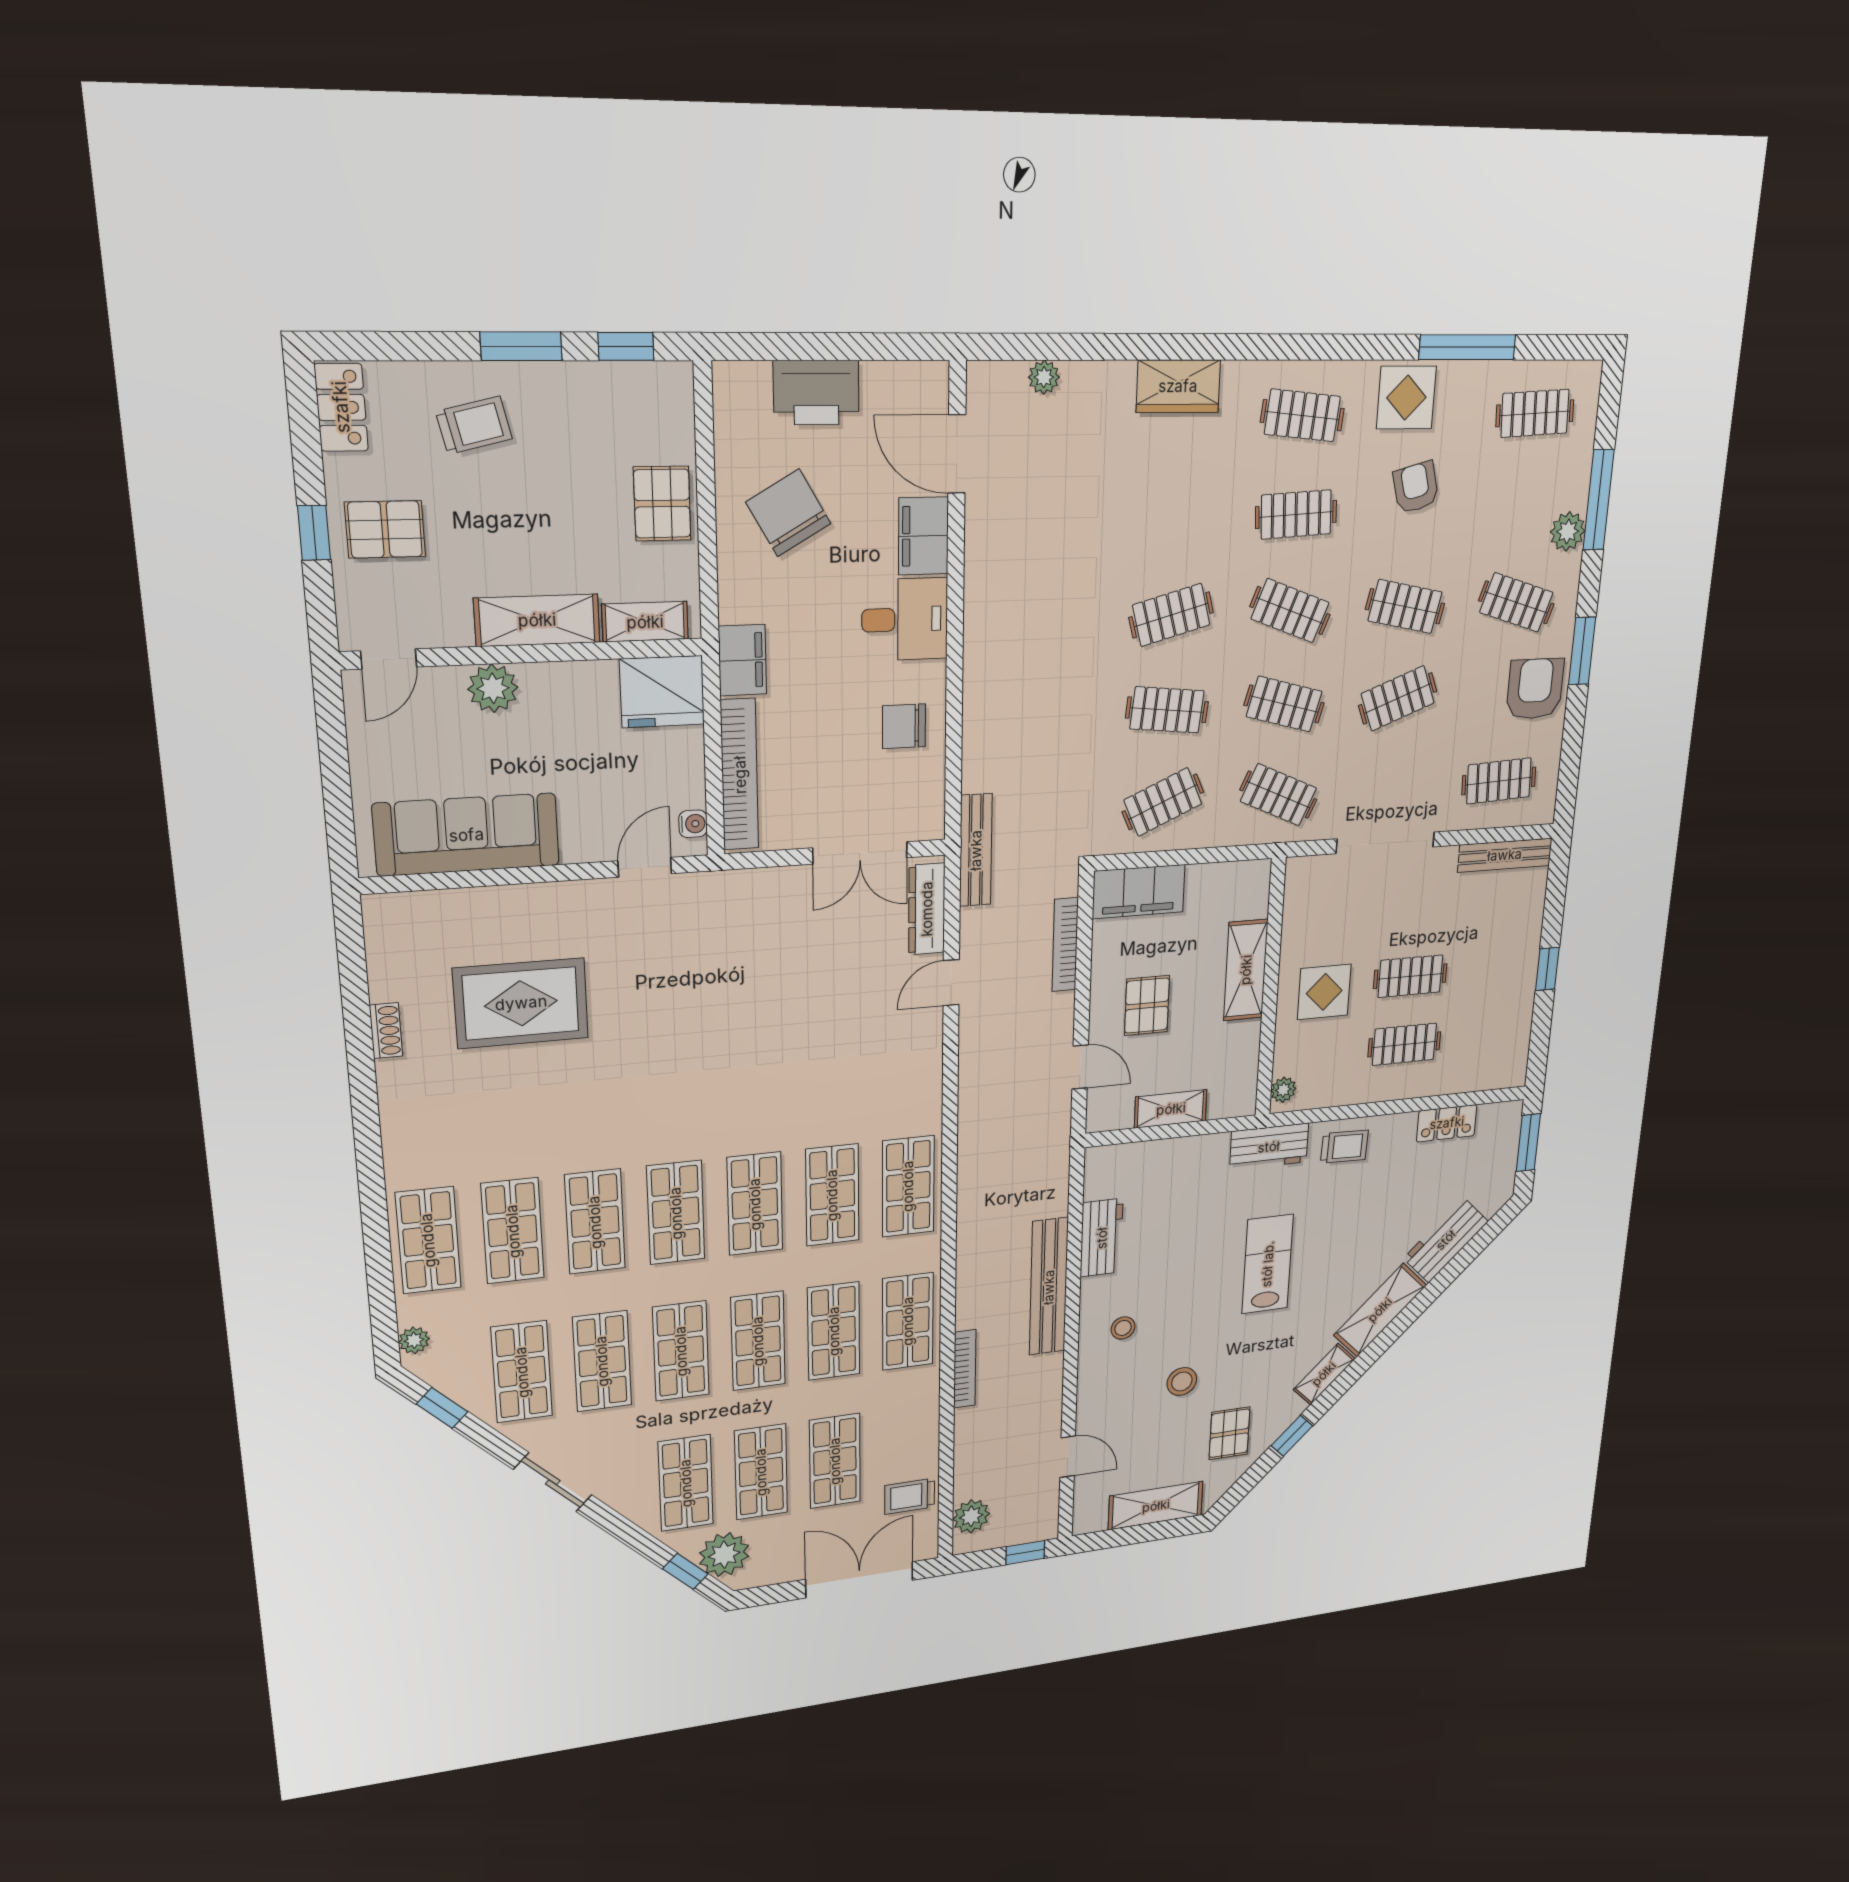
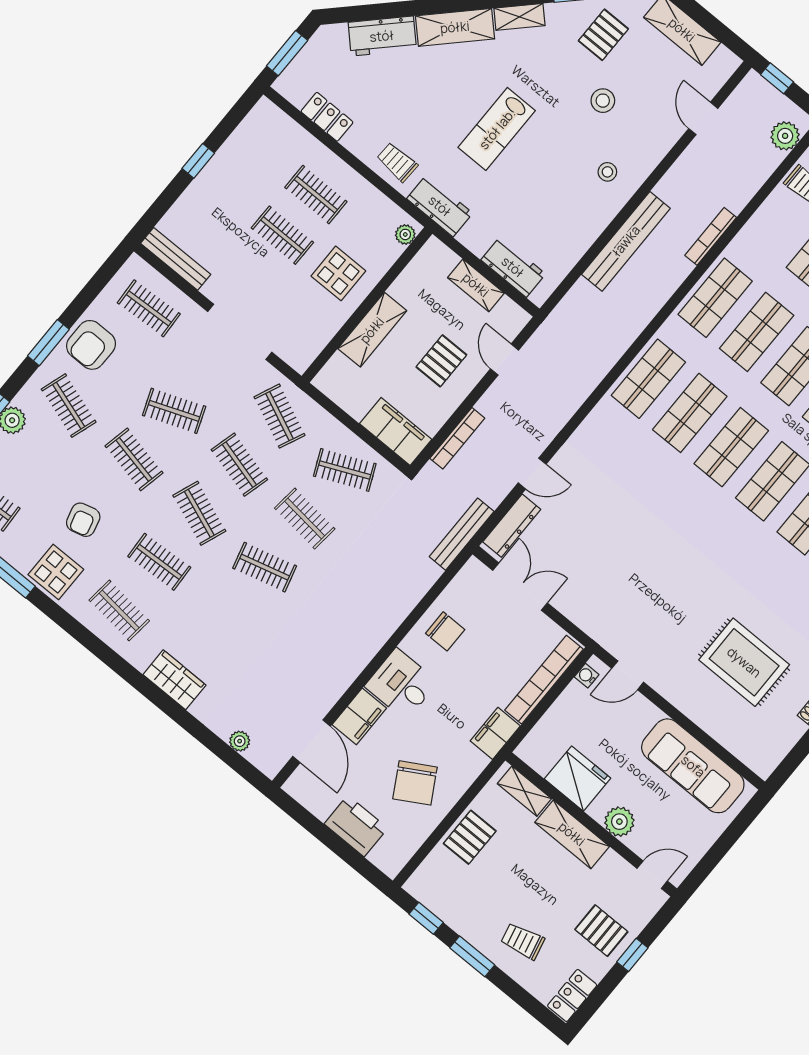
fridge: (662, 692) -> (578, 779), moved
workbench: (1102, 1238) -> (513, 267), moved, turned 90

